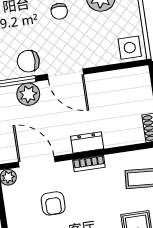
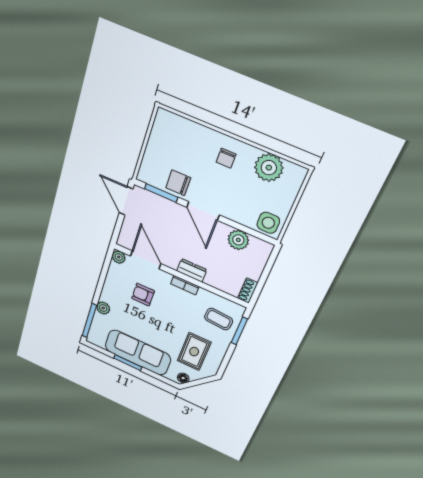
plant: (28, 94) -> (238, 240), moved
armchair: (53, 203) -> (143, 295), turned 90

